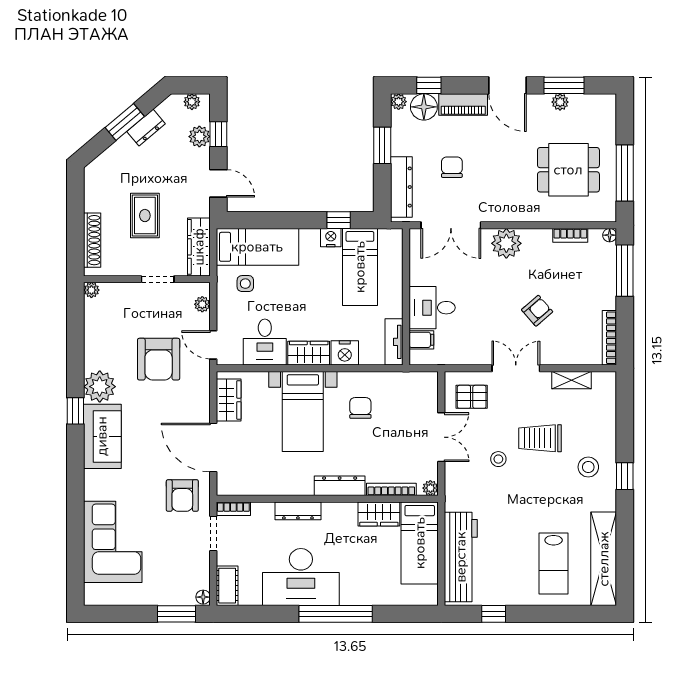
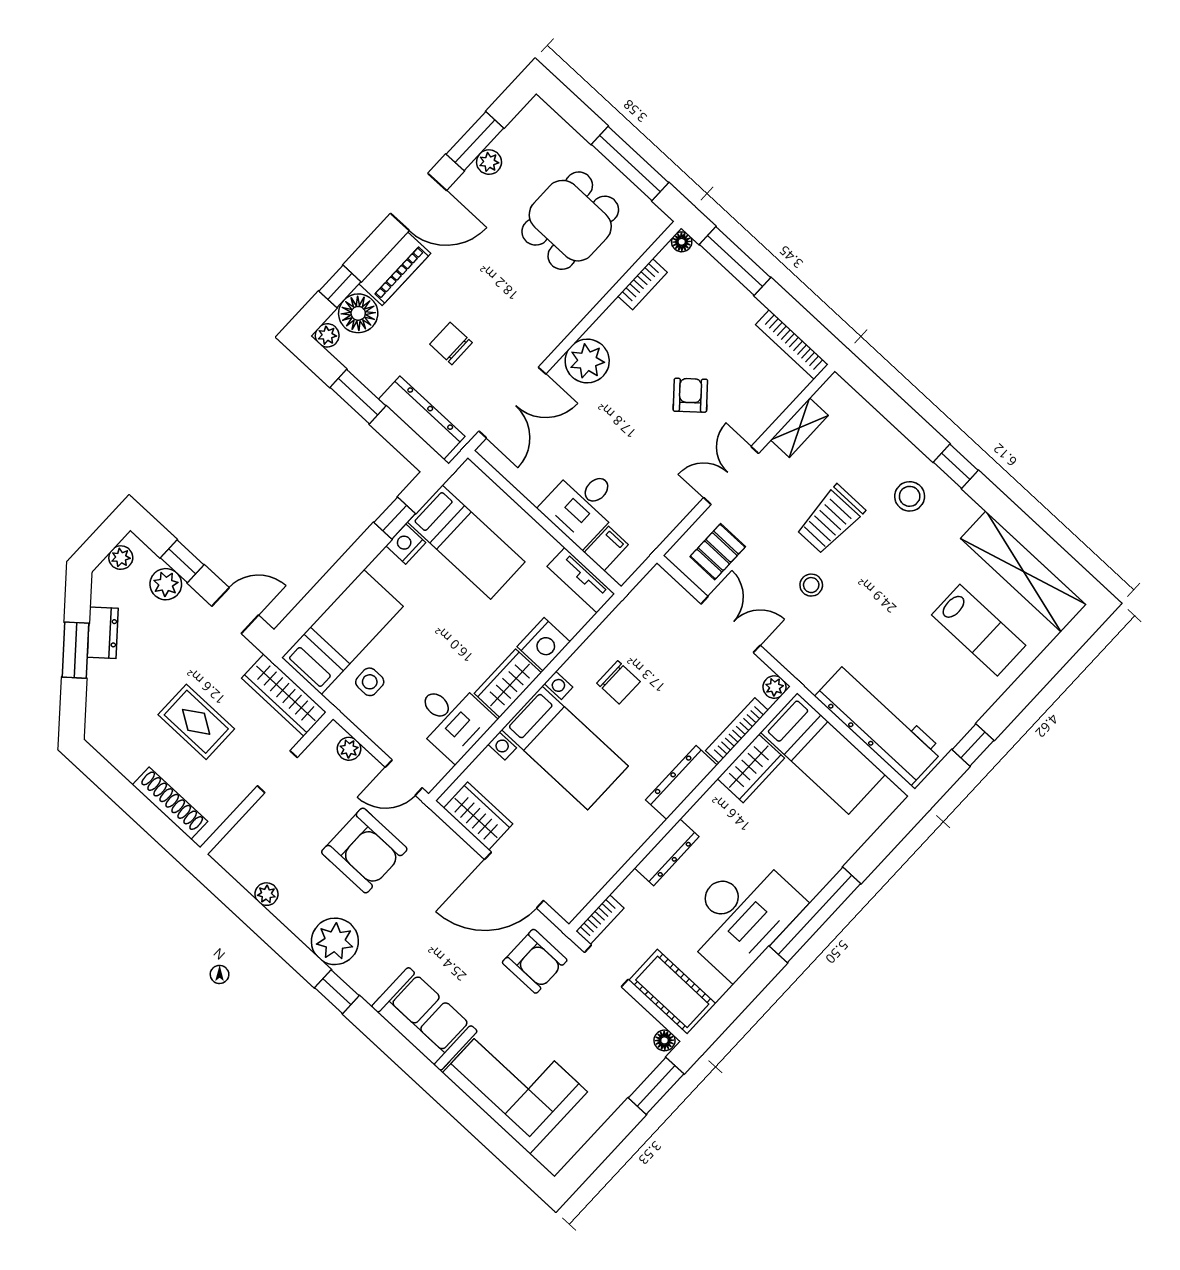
plant: (91, 290) -> (267, 894), moved
chair: (360, 408) -> (618, 682), turned 180
sofa: (102, 436) -> (424, 1019), moved
cot: (227, 586) -> (672, 992), width x1.37, depth x1.34

